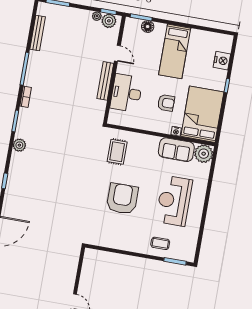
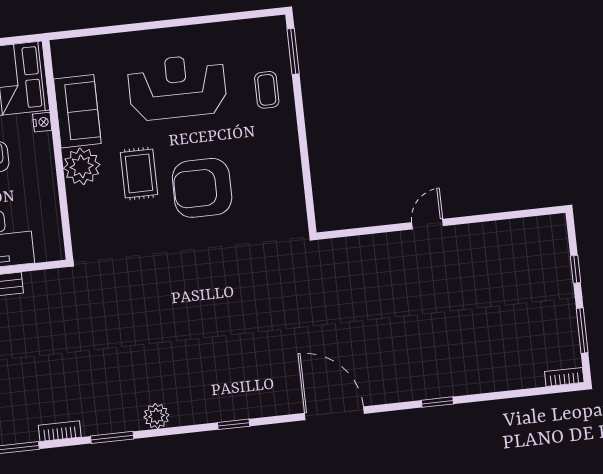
rug: (117, 152) -> (139, 173), moved, turned 90
plant: (204, 154) -> (82, 166), moved
reception desk: (174, 201) -> (177, 87), turned 180

